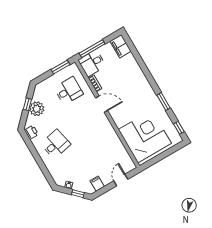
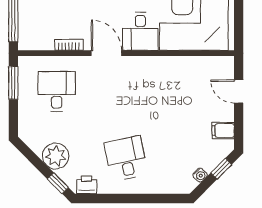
desk: (92, 63) -> (140, 31), moved
window: (27, 104) -> (58, 183), moved
door: (102, 104) -> (106, 53), hinge flipped

